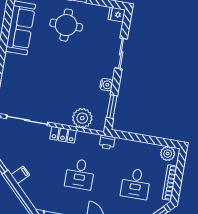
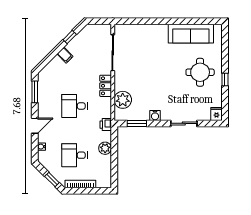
plant: (168, 154) -> (105, 148), moved

